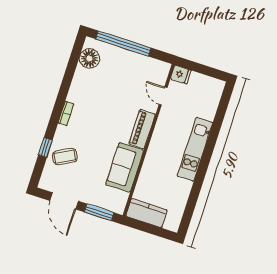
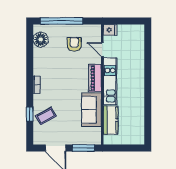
armchair: (130, 78) -> (74, 44), added
kitchen unit: (195, 149) -> (110, 81), moved, turned 180
kitchen counter: (147, 213) -> (111, 120), moved, turned 90

